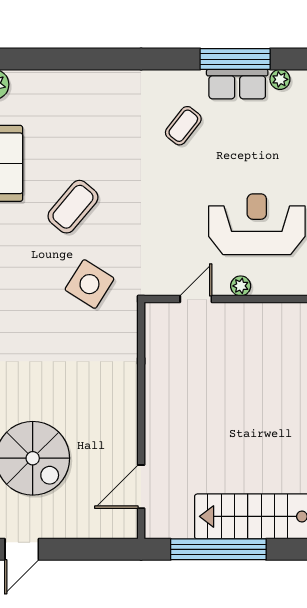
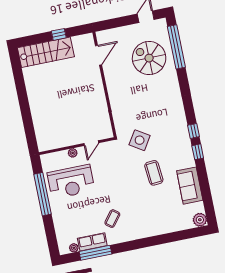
coffee table: (73, 207) -> (154, 173), turned -45
window: (218, 549) -> (59, 34), width x0.32

